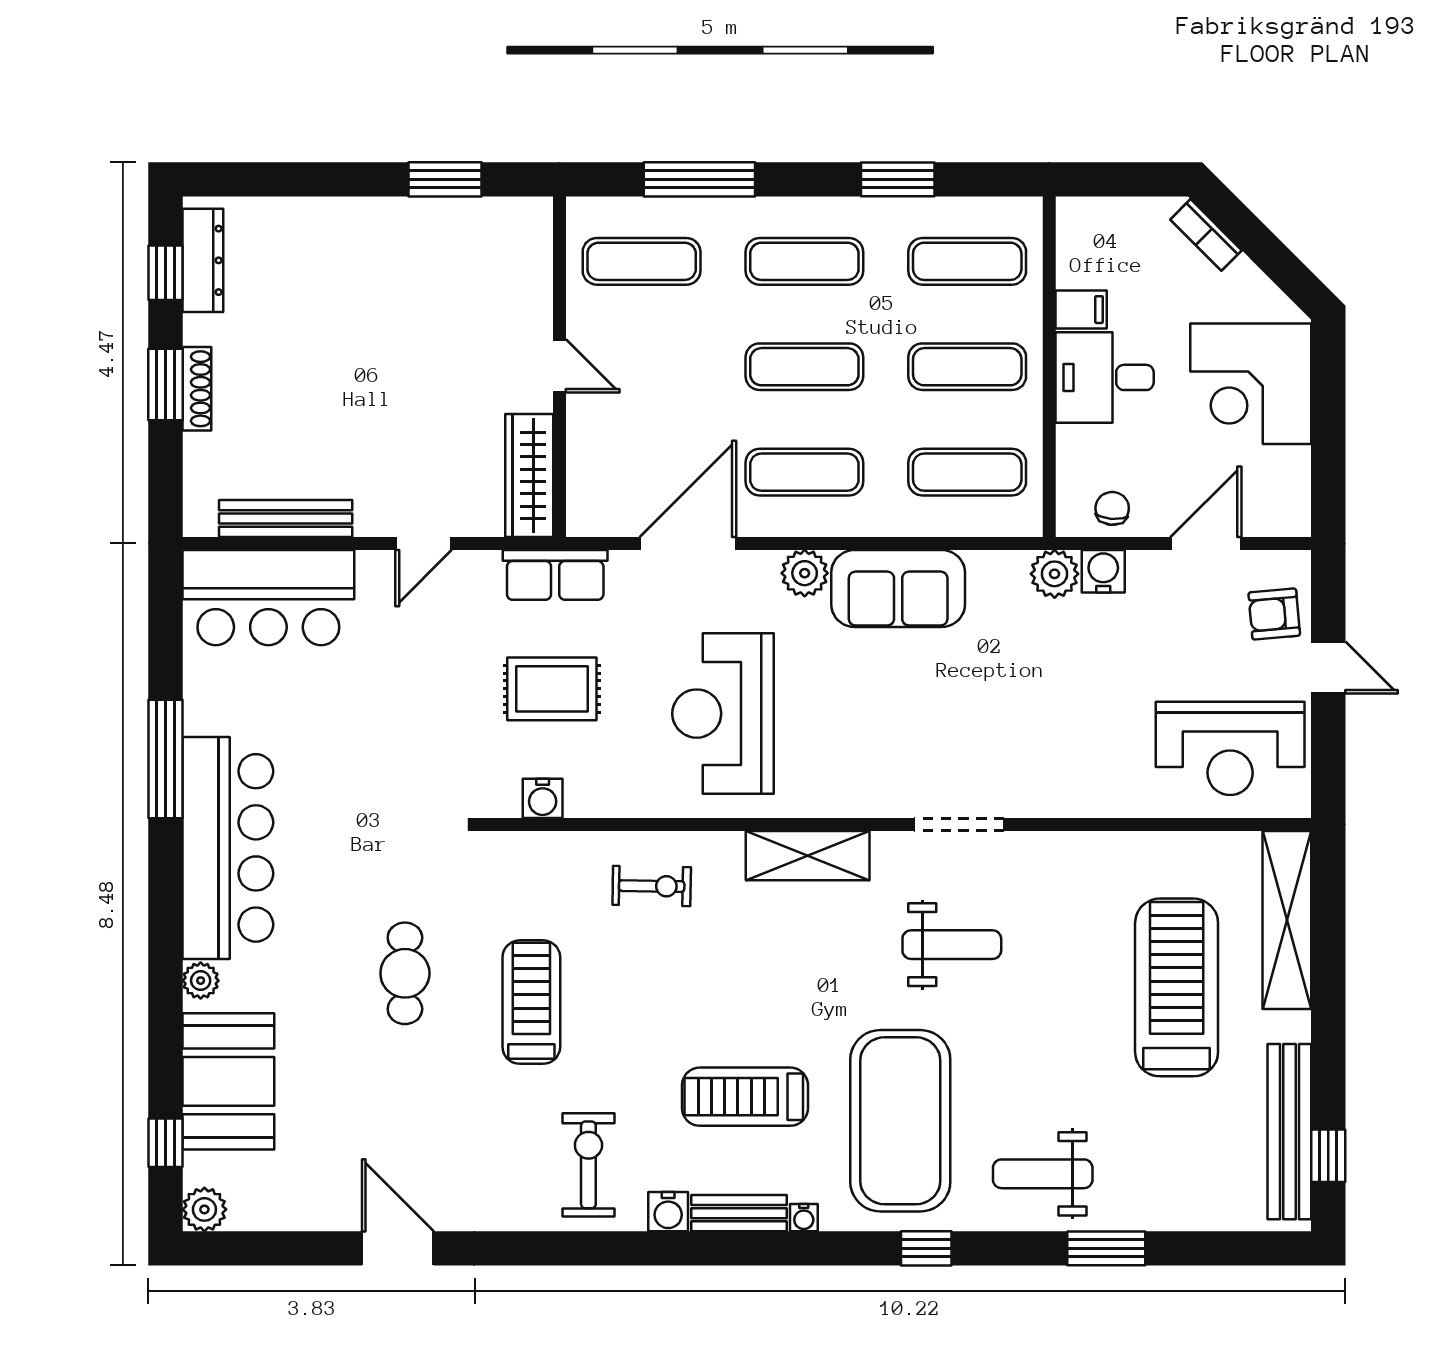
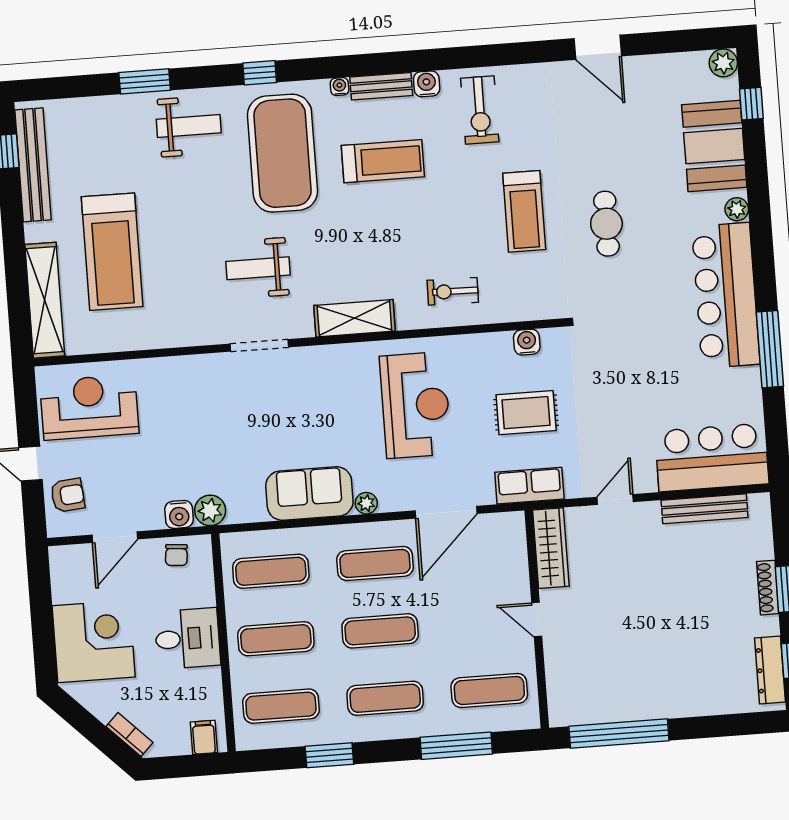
window: (445, 179) -> (619, 733), width x2.11
filing cabinet: (1081, 310) -> (204, 737), moved, turned 90
plant: (805, 573) -> (366, 503), width x0.73, depth x0.73

